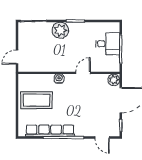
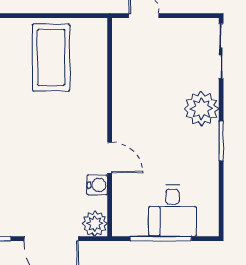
water cooler: (59, 79) -> (97, 185), moved

